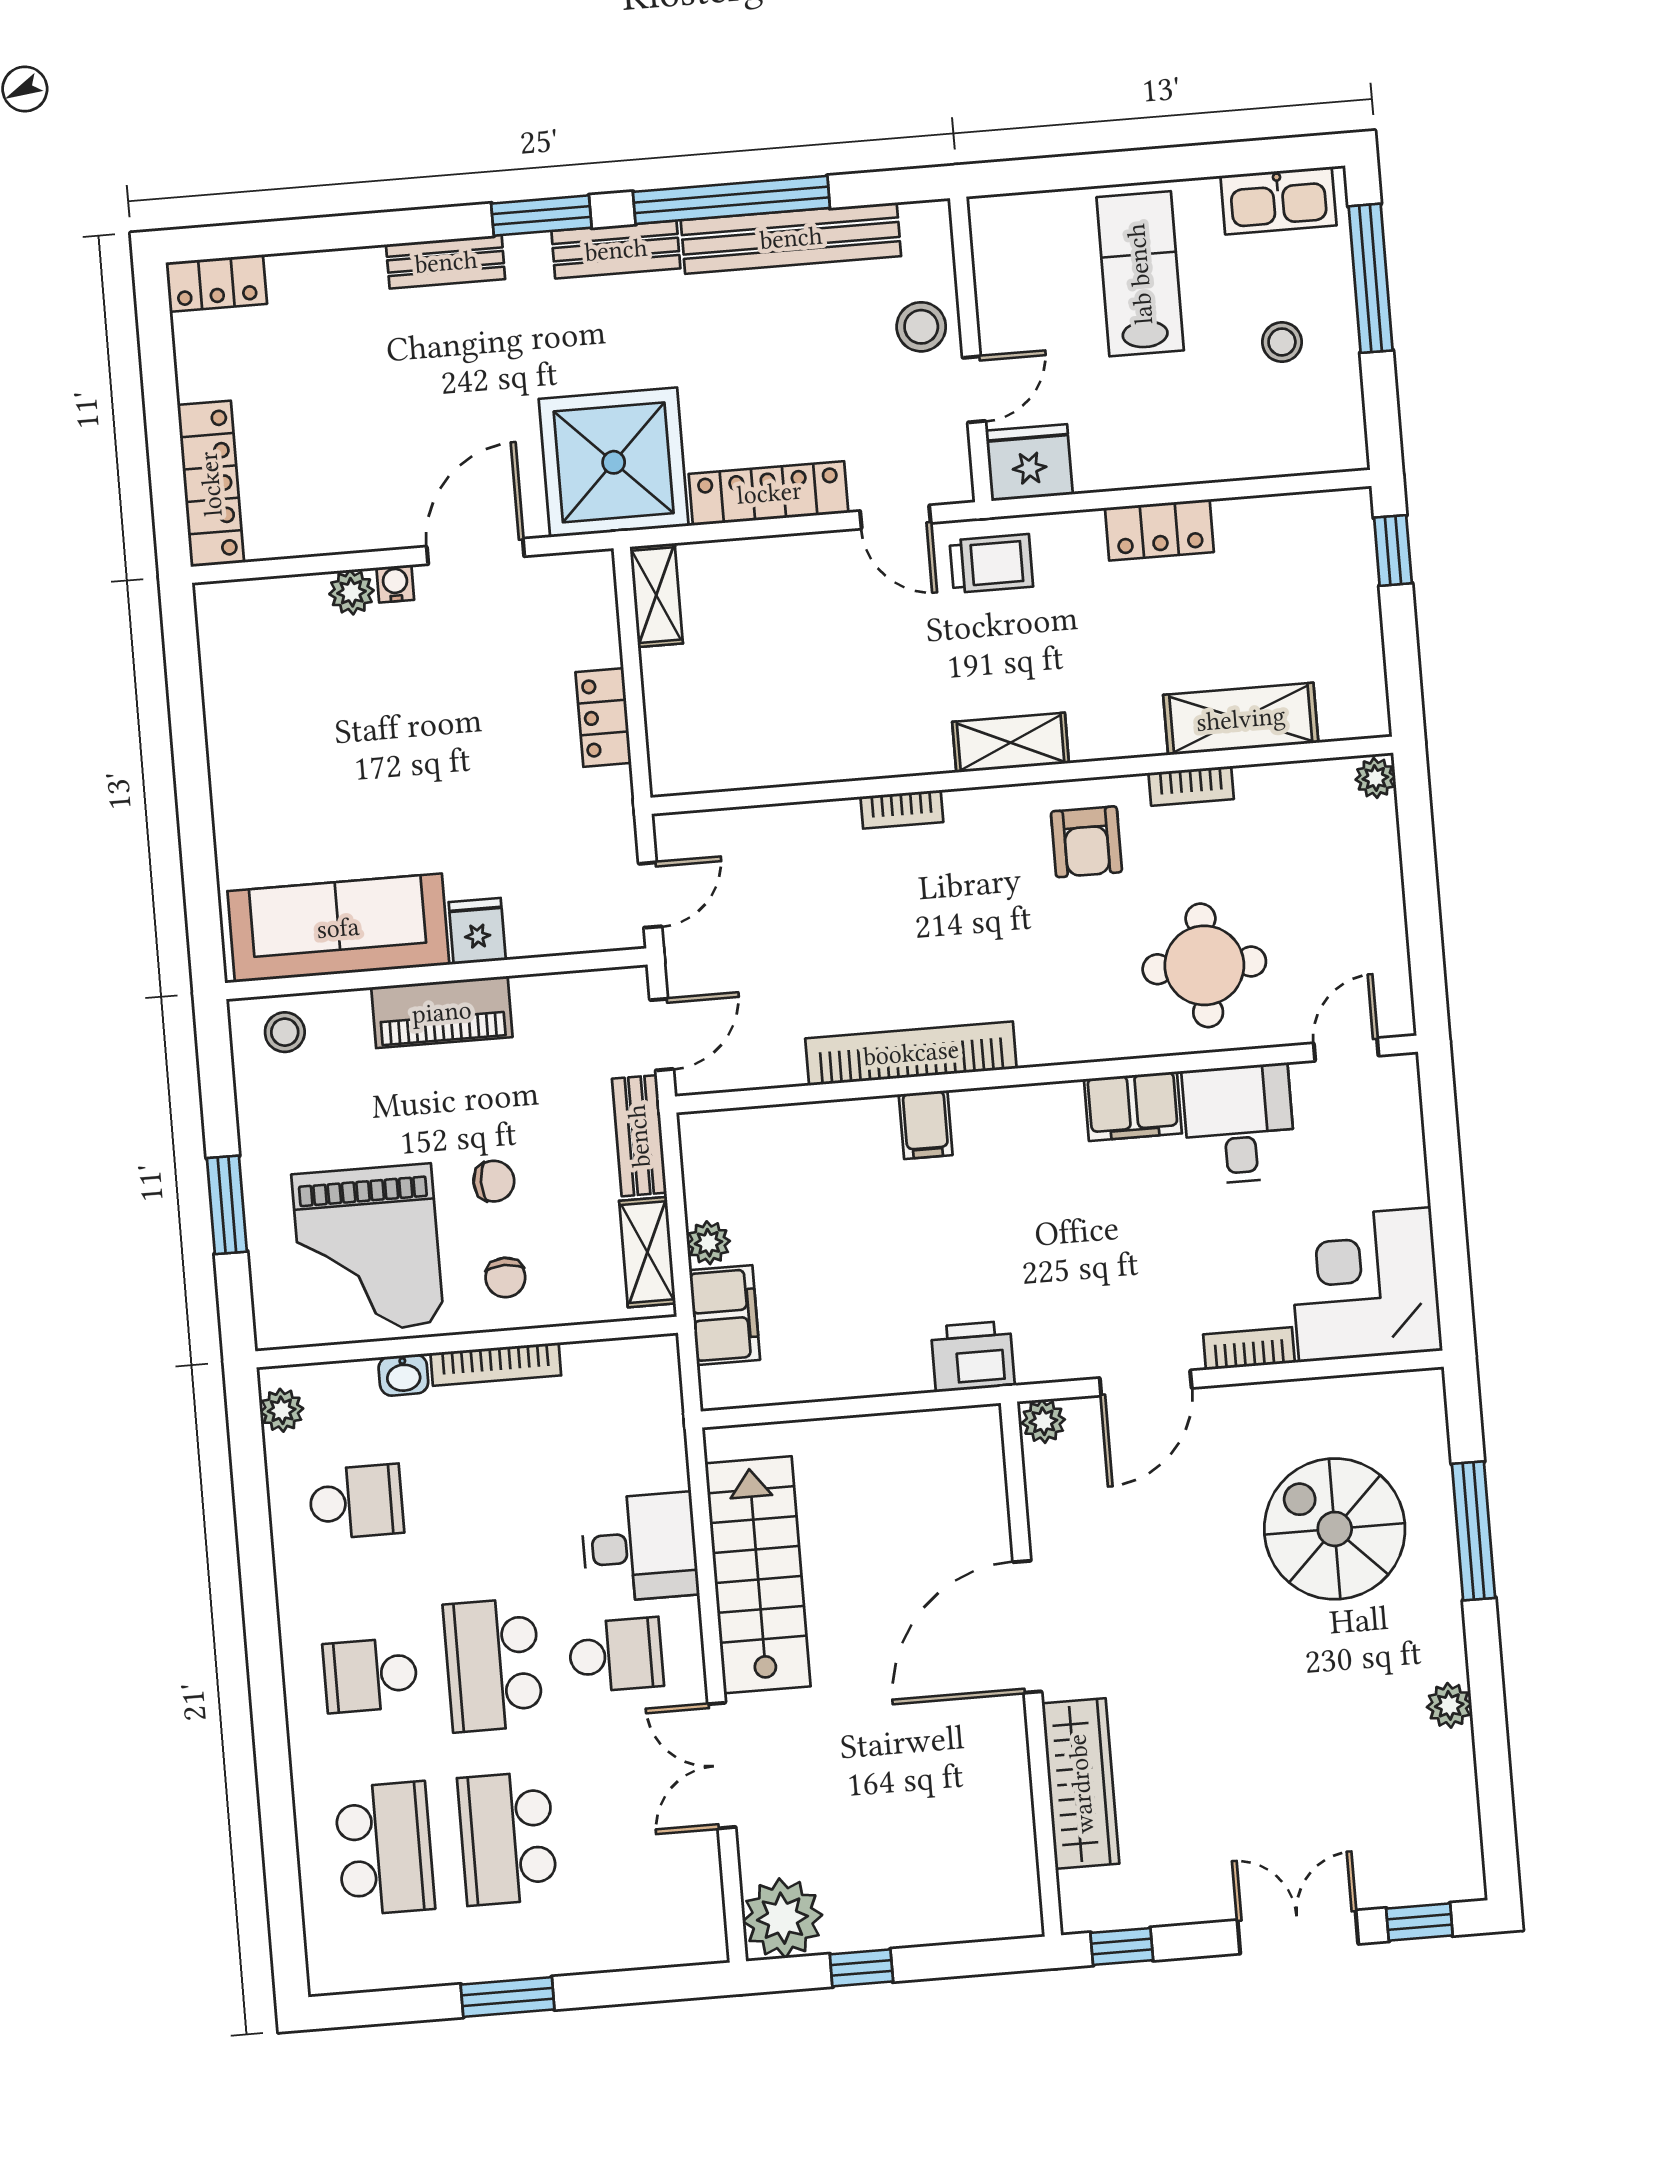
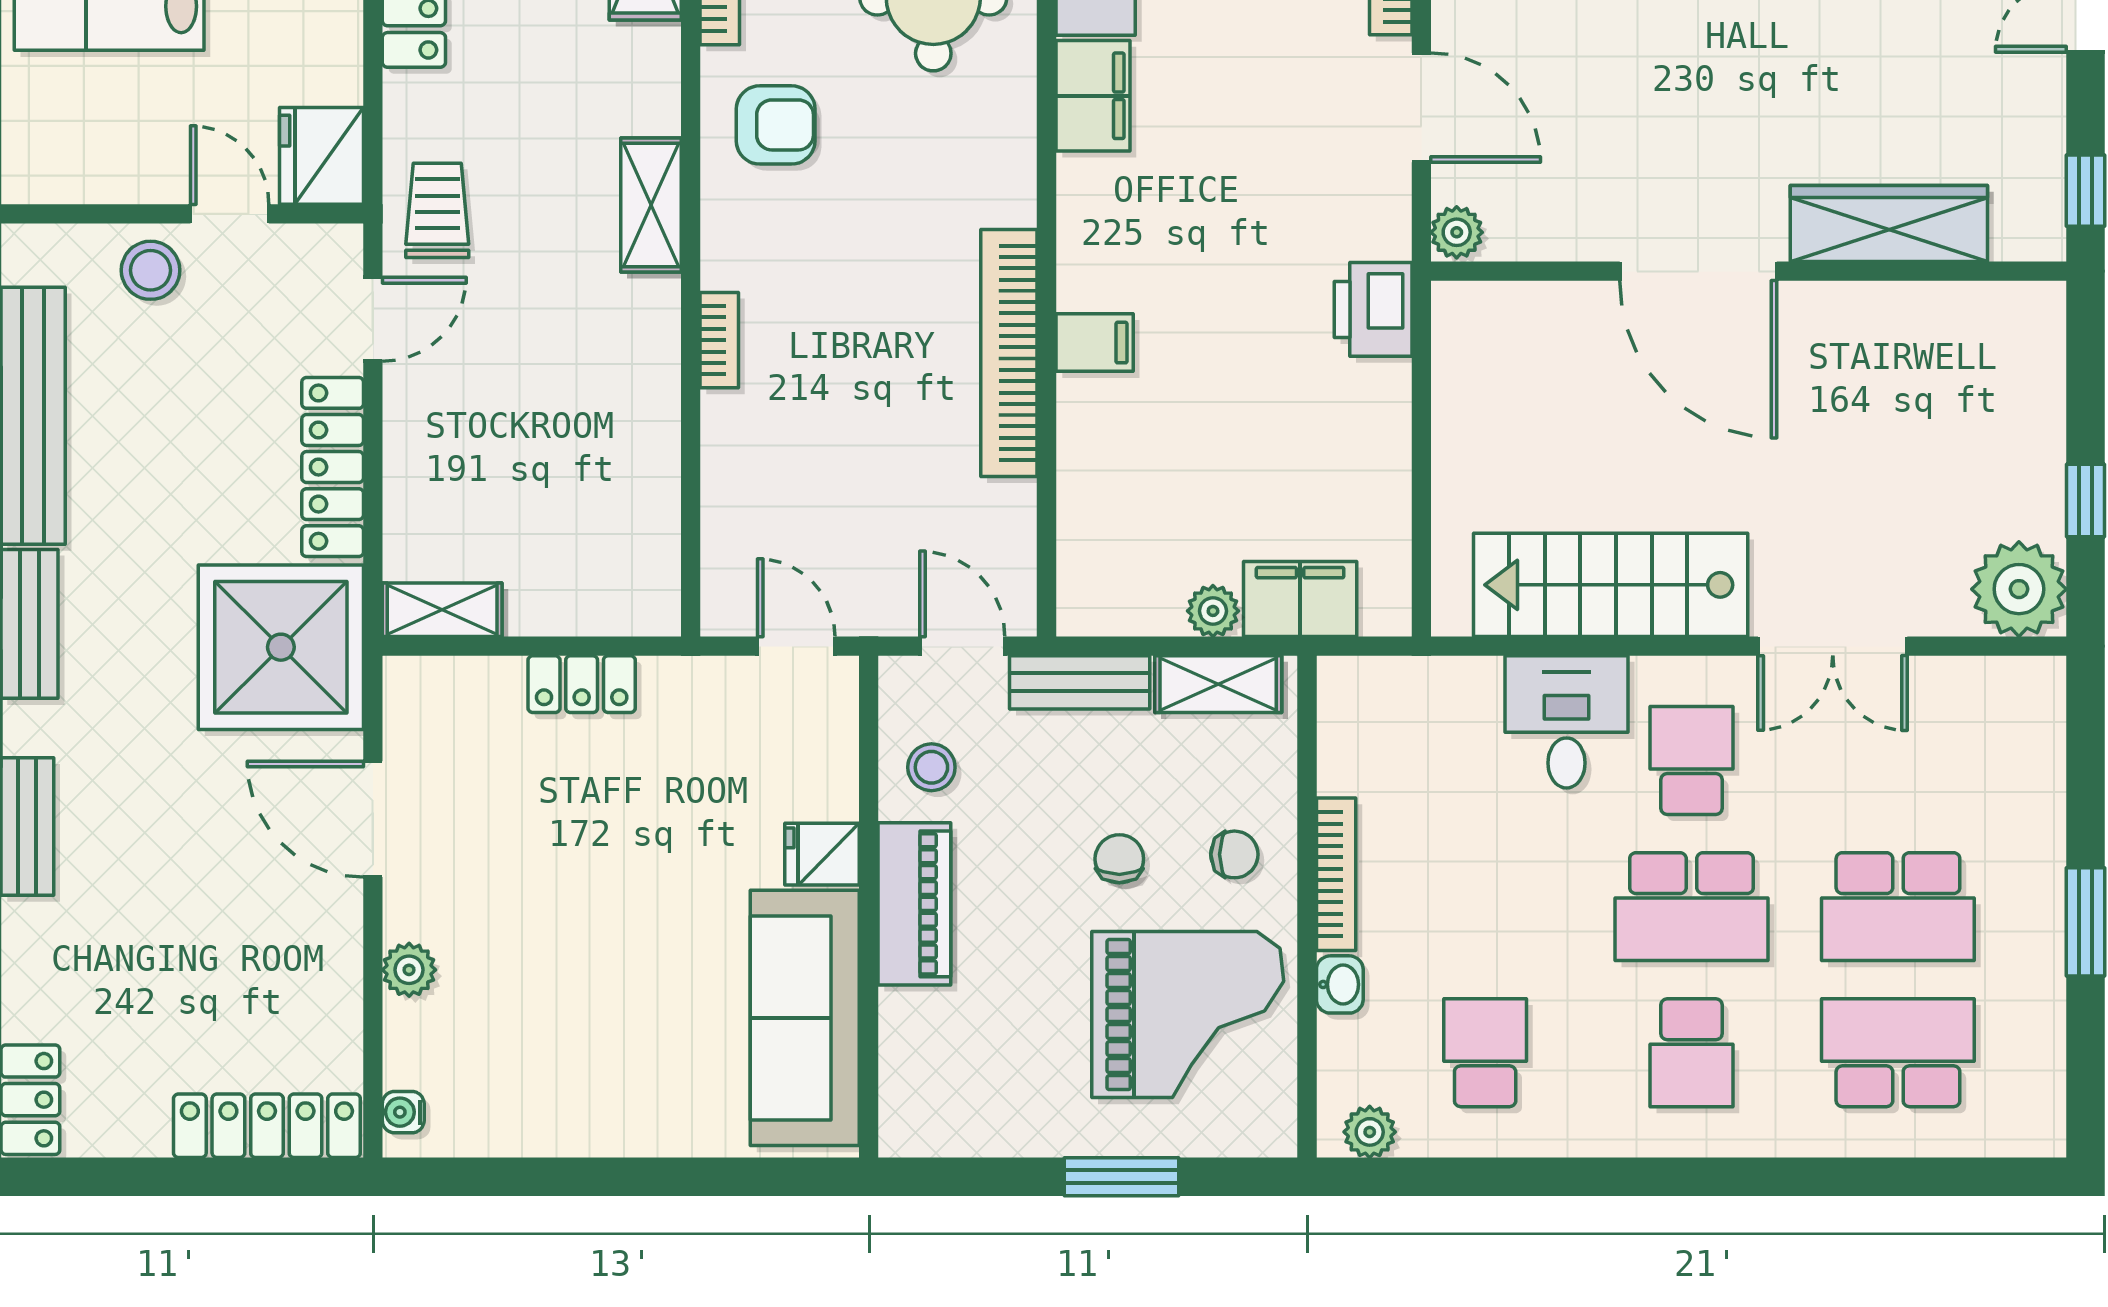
water cooler: (395, 584) -> (403, 1112), moved
stool: (285, 1032) -> (931, 767), moved

